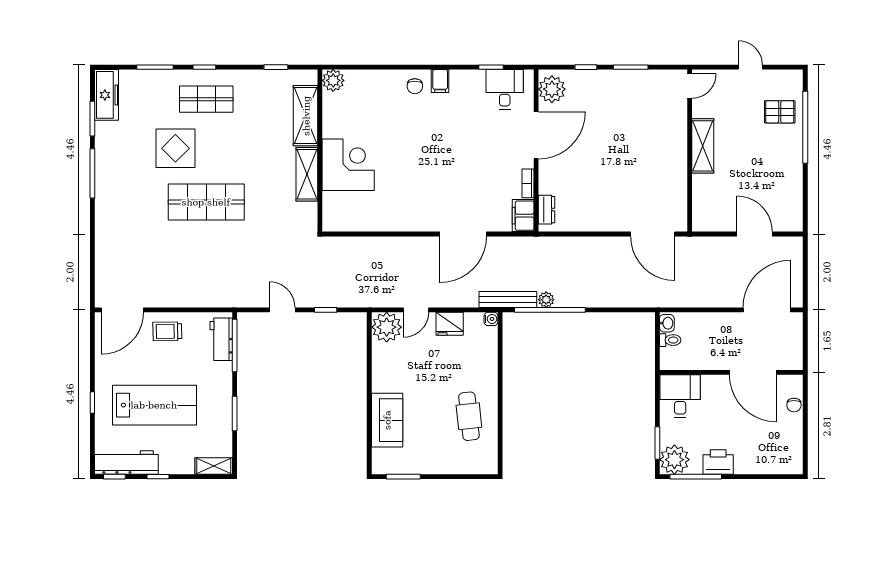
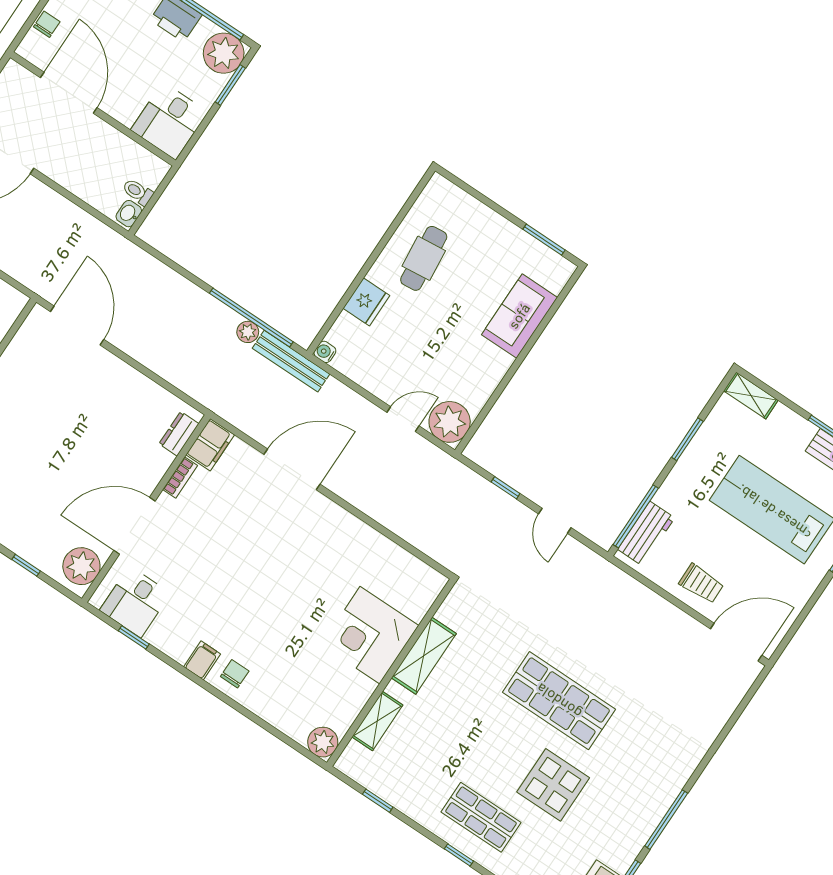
shelving: (306, 116) -> (377, 721), width x0.67, depth x0.75
fridge: (450, 324) -> (366, 302), moved, turned 90

